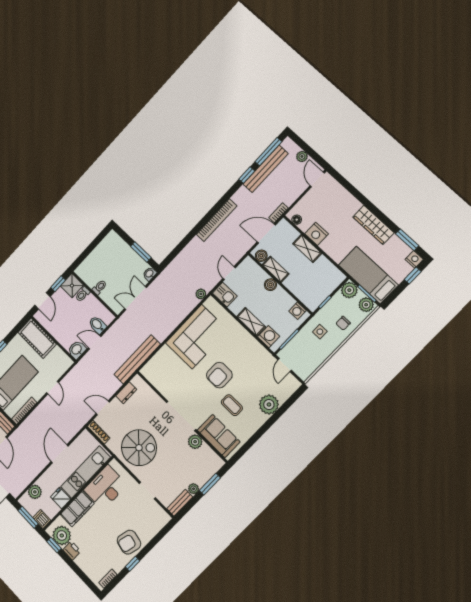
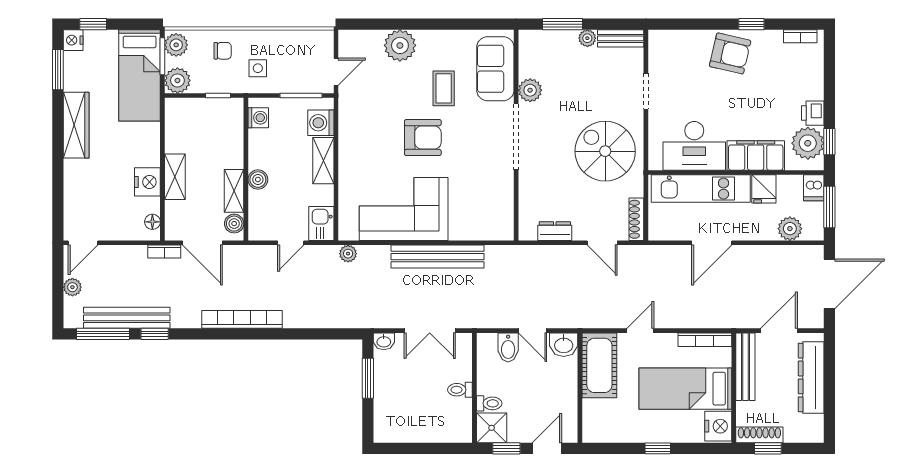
cot: (37, 338) -> (599, 365), moved
bench: (137, 359) -> (437, 257), moved

